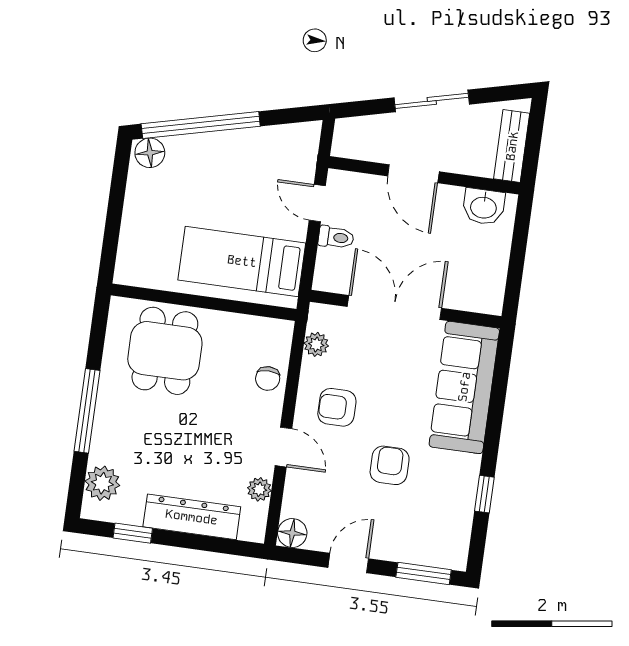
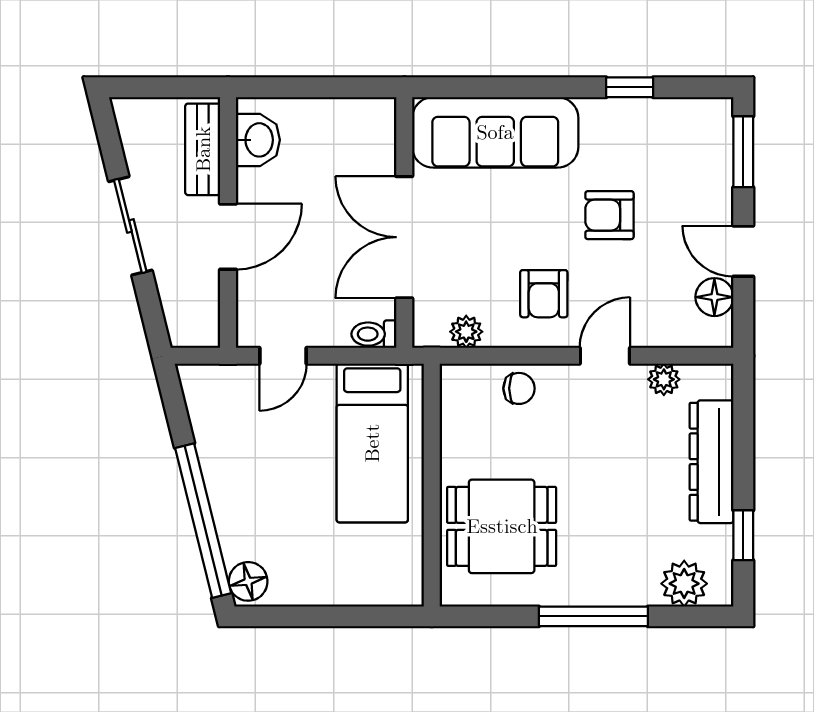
bench: (512, 146) -> (203, 149), moved, turned 90
toilet: (336, 237) -> (374, 334), moved, turned -90
floor lamp: (292, 533) -> (714, 297), moved

